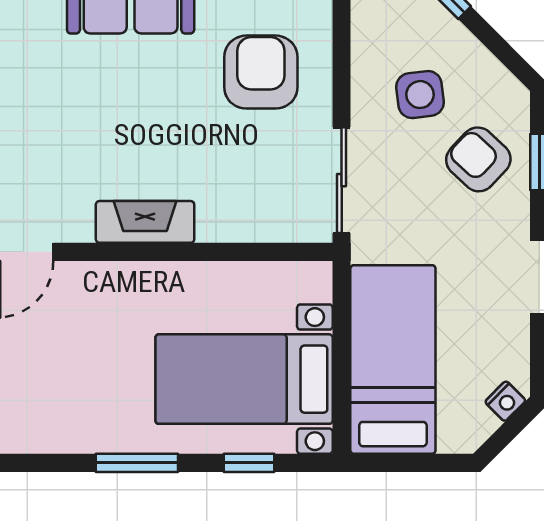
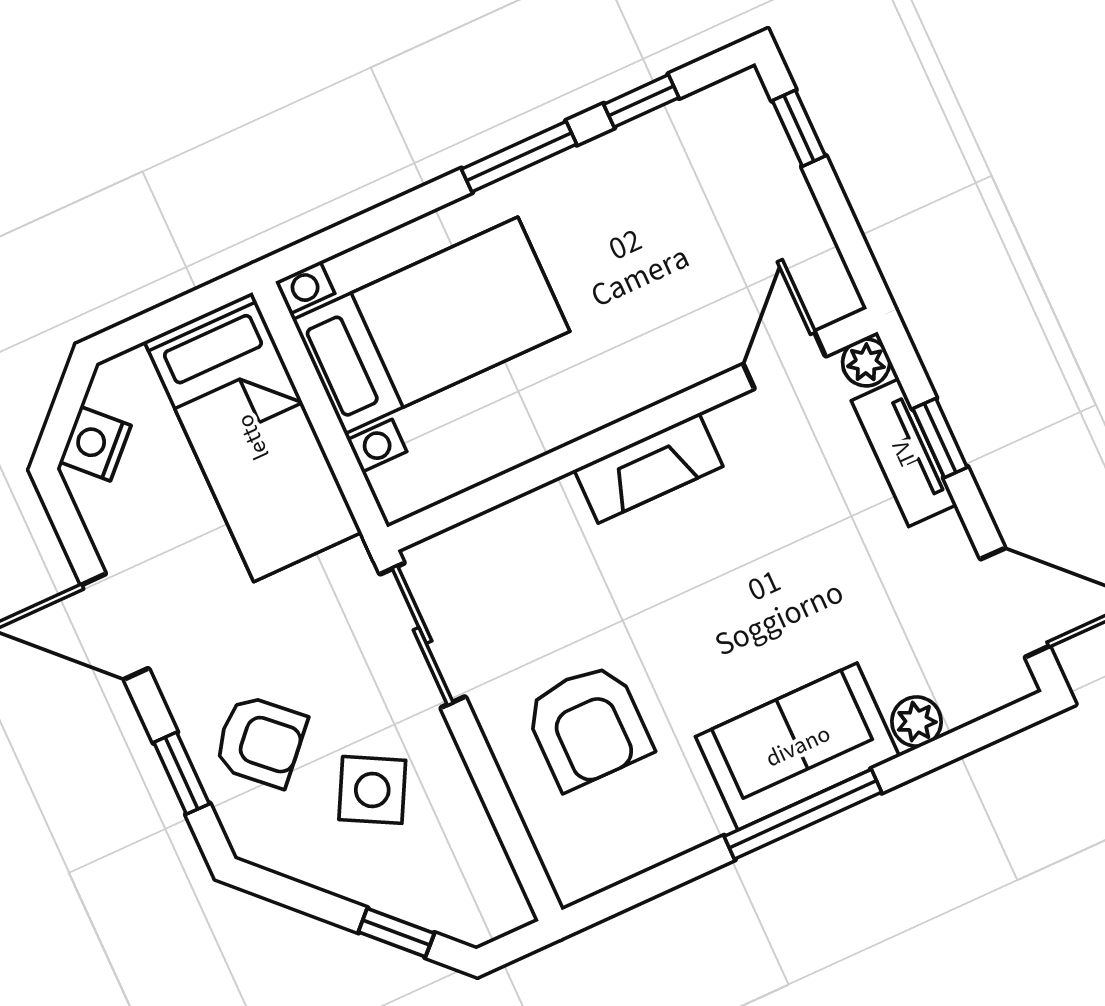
side table: (420, 95) -> (372, 790), turned 35
nightstand: (505, 401) -> (95, 444), width x1.39, depth x1.35
window: (249, 463) -> (641, 101), moved

